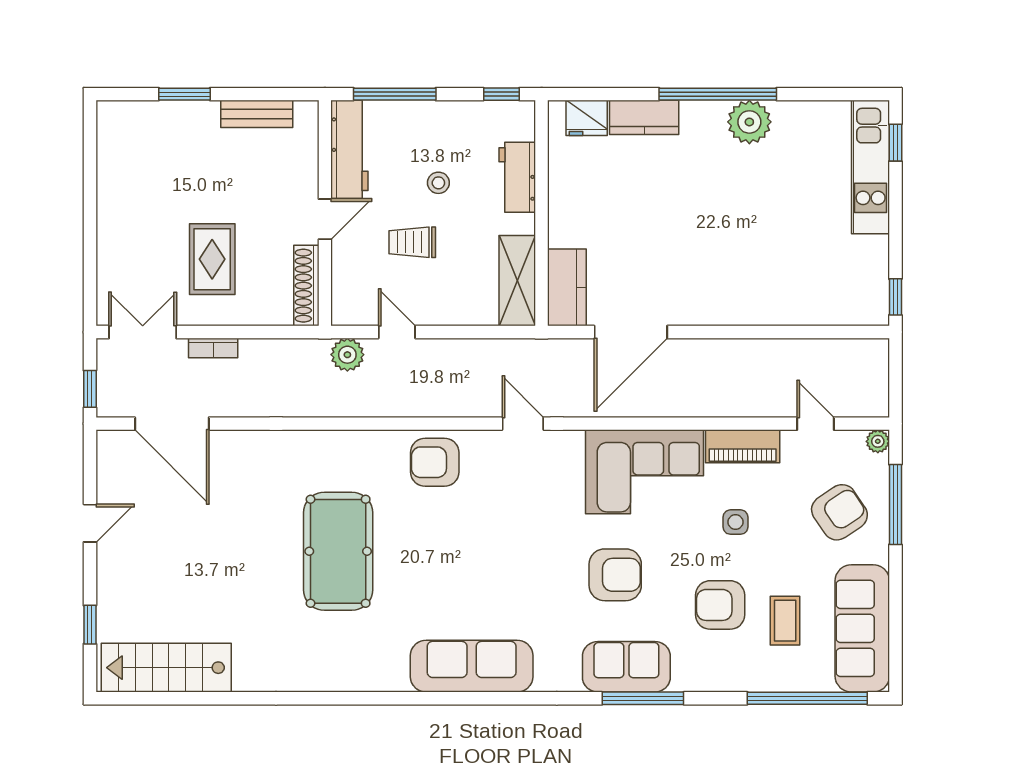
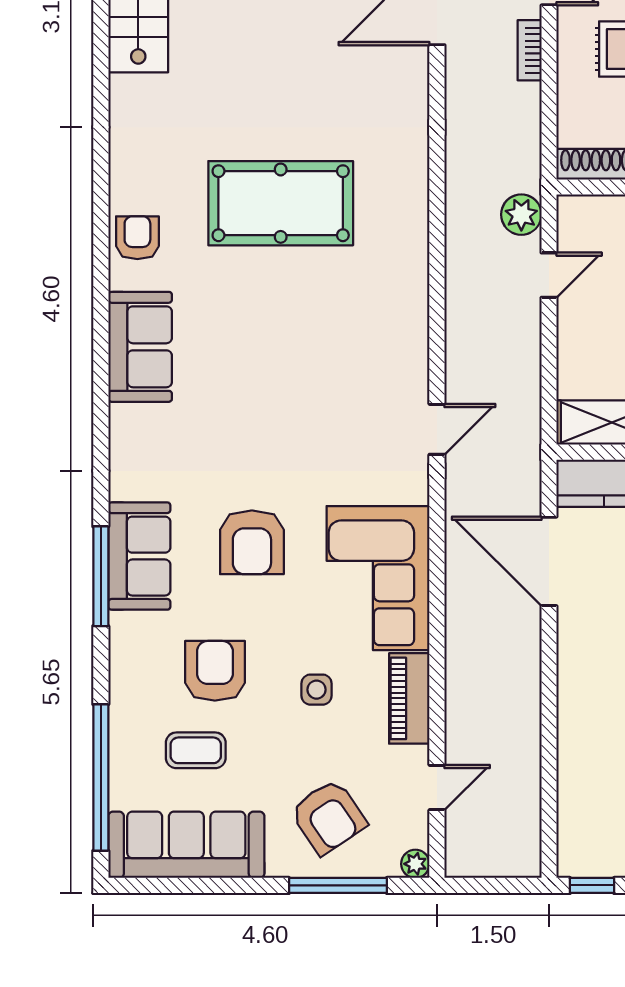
armchair: (435, 462) -> (137, 238), moved, width x0.72, depth x0.72
sofa: (472, 666) -> (140, 347), width x0.73

